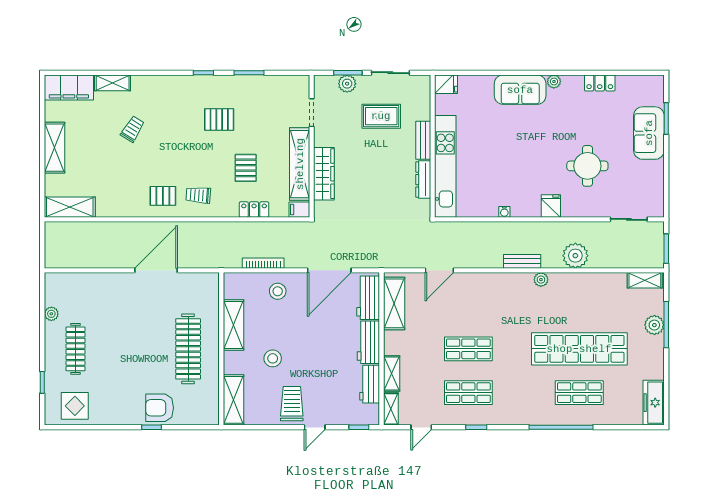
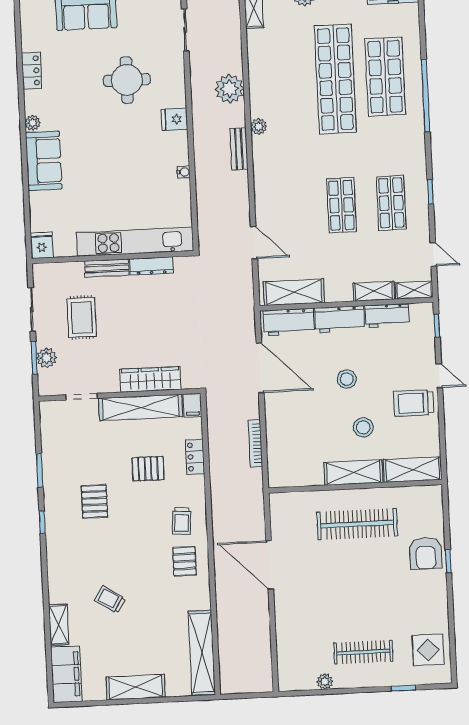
shelving: (70, 207) -> (202, 653), width x1.47
stool: (278, 291) -> (347, 379), moved
shelving: (233, 325) -> (353, 472), moved
shop shelf: (579, 393) -> (385, 77), width x1.43, depth x1.36

